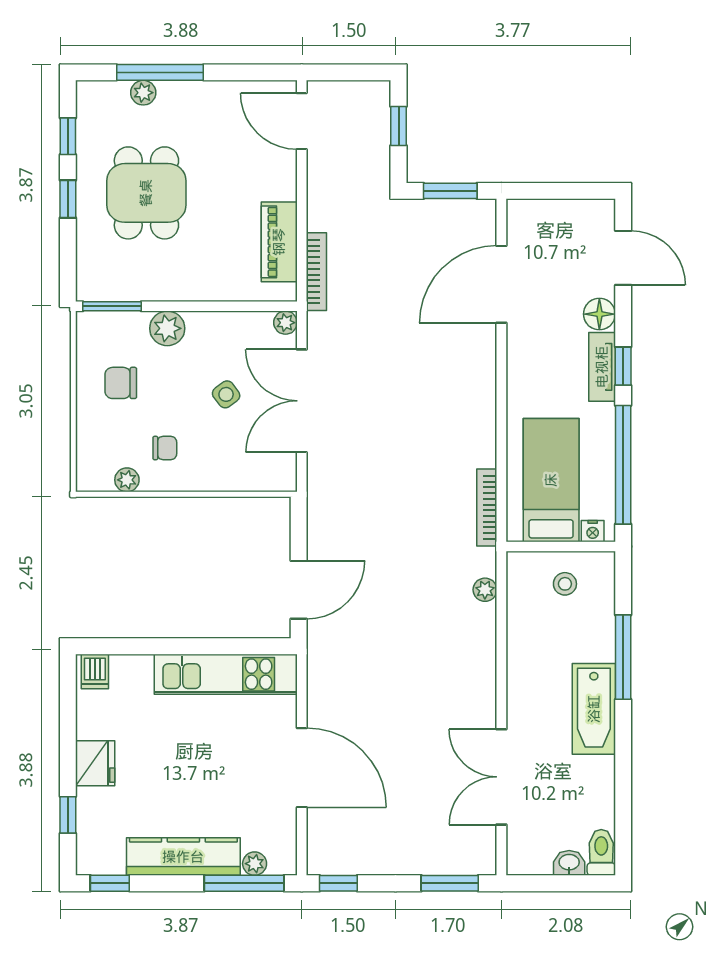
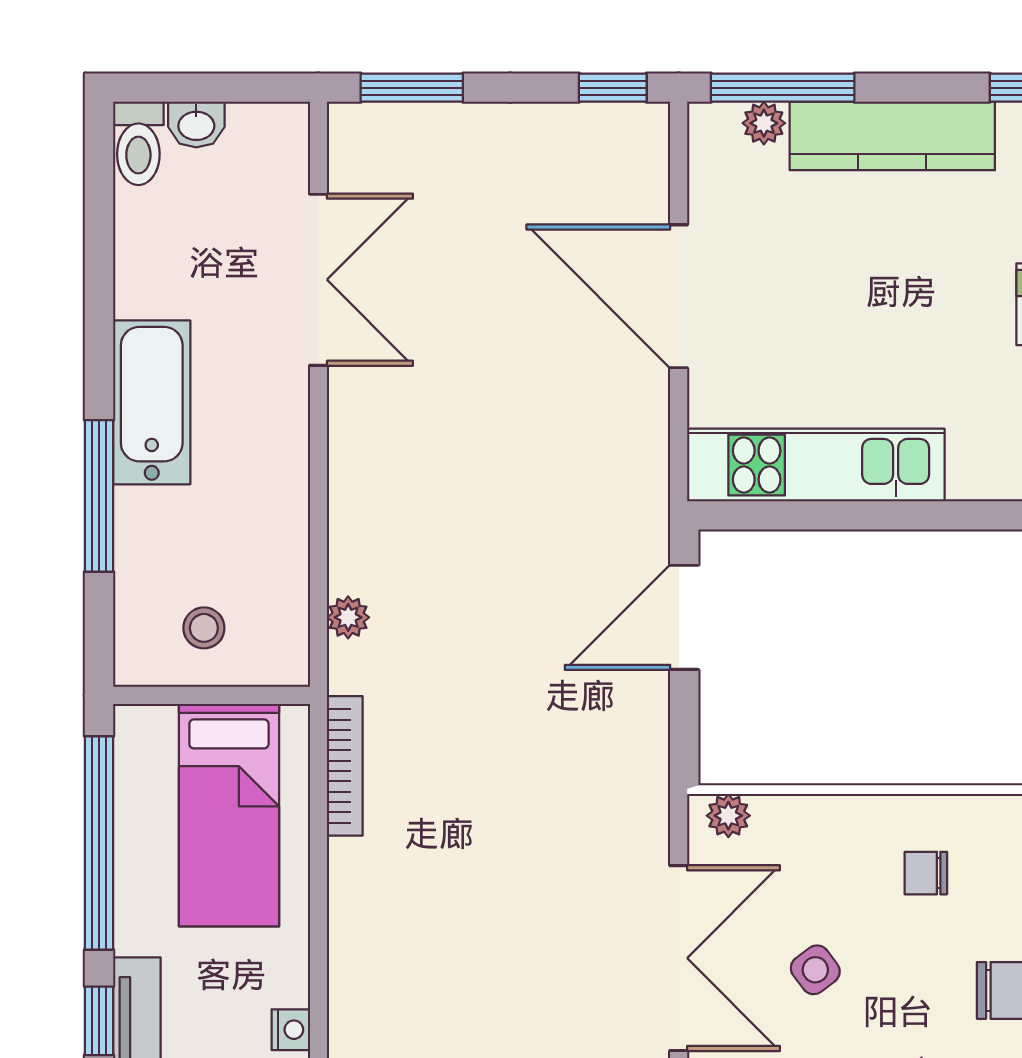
plant: (127, 480) -> (728, 816), moved
nightstand: (593, 531) -> (291, 1030), moved, turned 90

